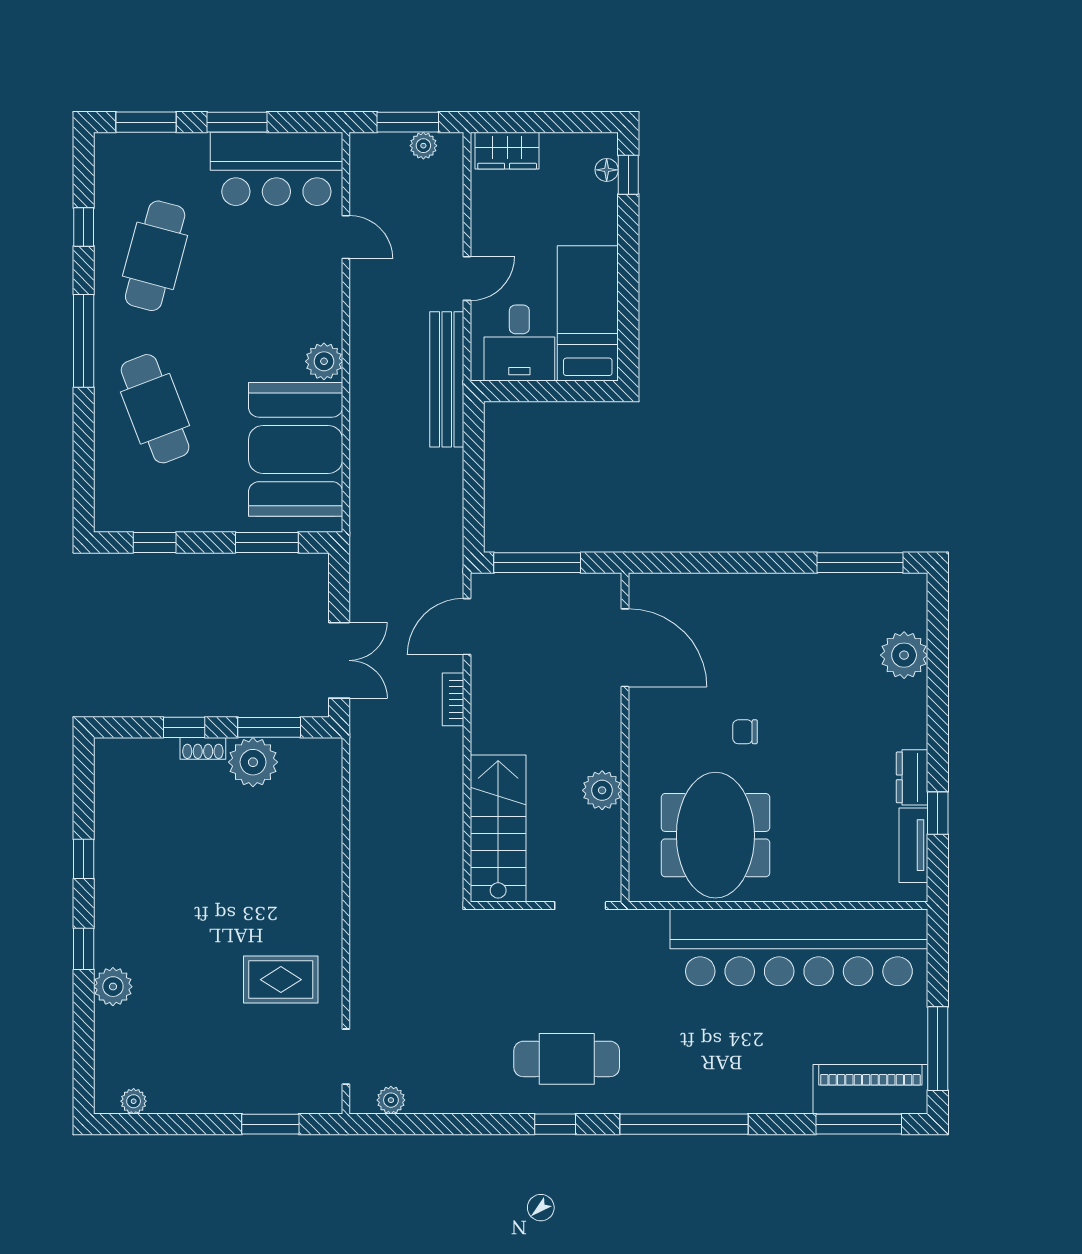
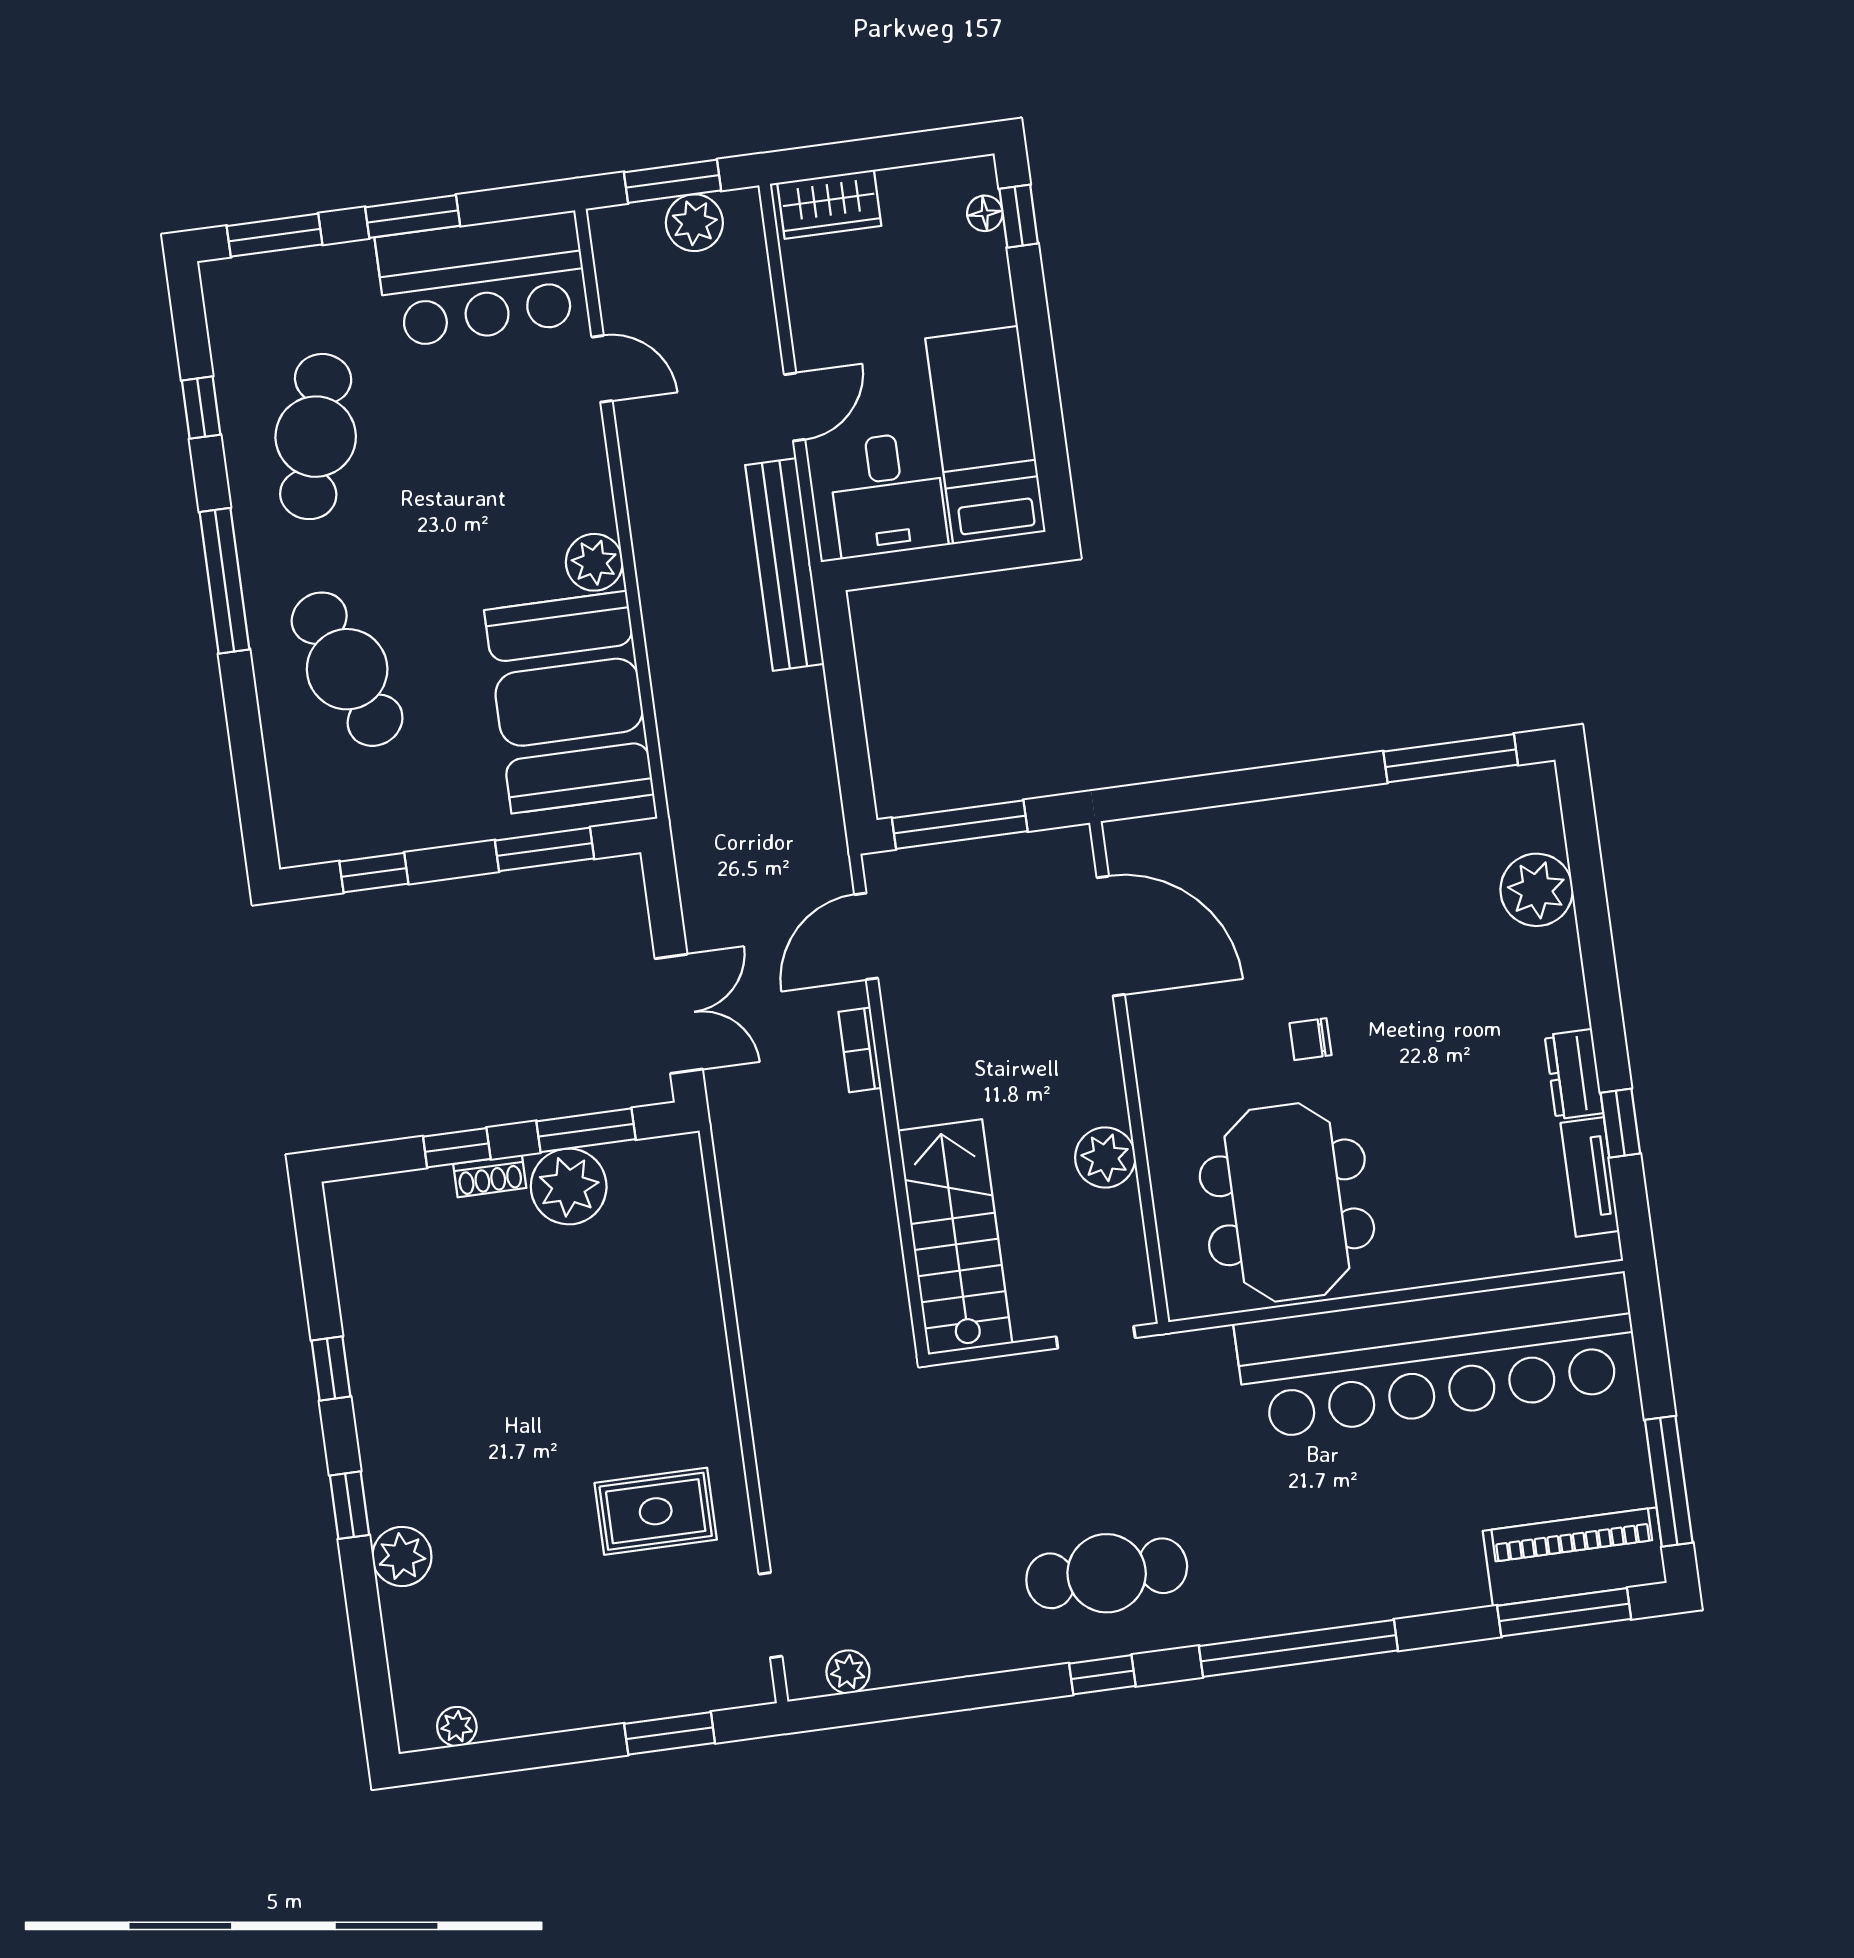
plant: (423, 146) -> (694, 223), width x1.38, depth x1.38

